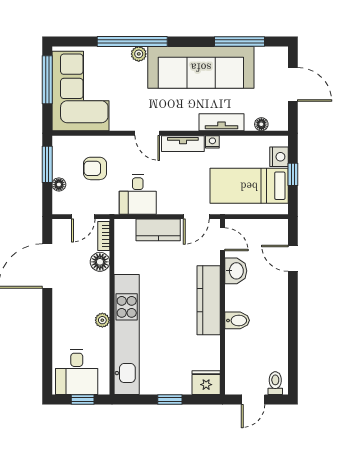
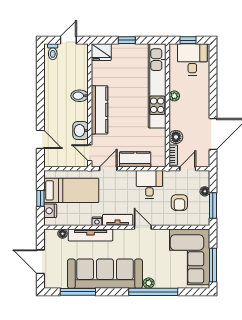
tv unit: (222, 122) -> (91, 235), width x1.41
armchair: (95, 168) -> (179, 203), turned 90

